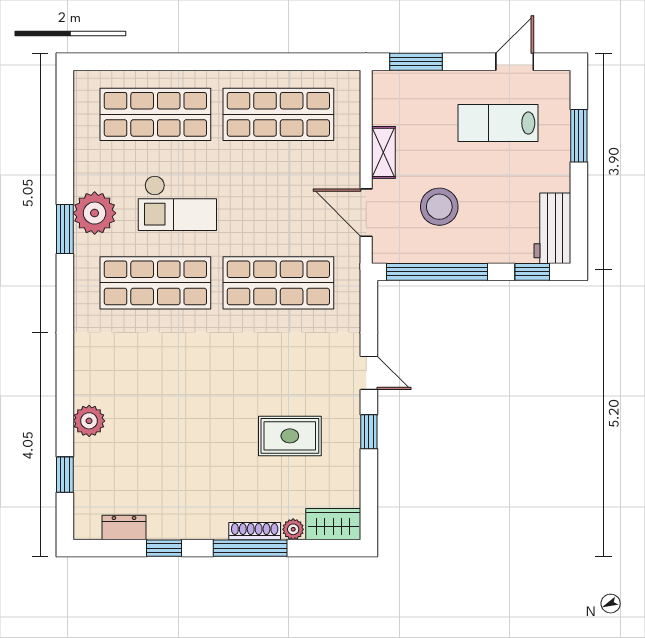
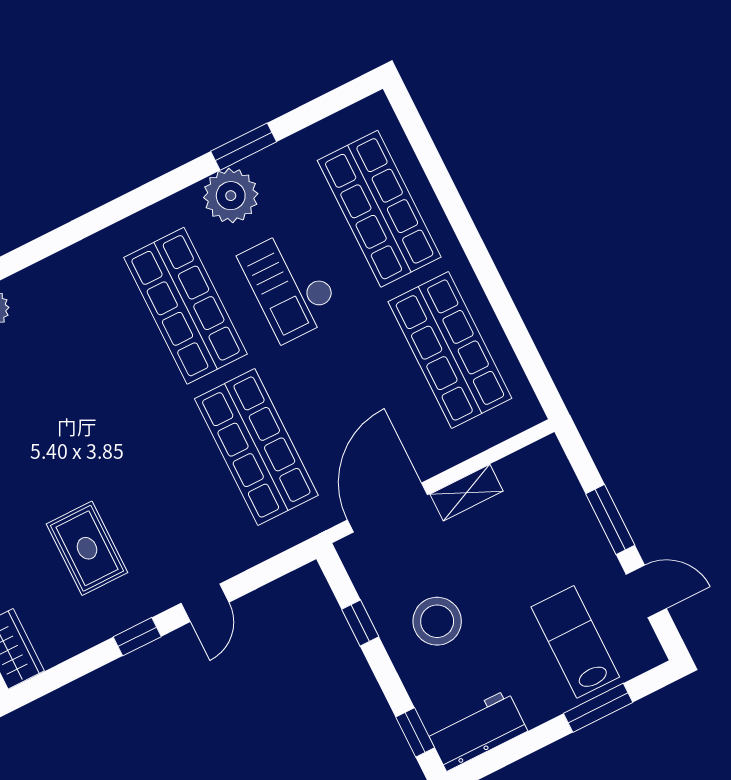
window: (416, 62) -> (610, 519), moved
lab bench: (498, 123) -> (575, 642), moved
stool: (439, 207) -> (437, 621), moved
door: (366, 213) -> (387, 507), width x1.36
window: (65, 229) -> (244, 147), moved
window: (437, 272) -> (360, 623), width x0.32

